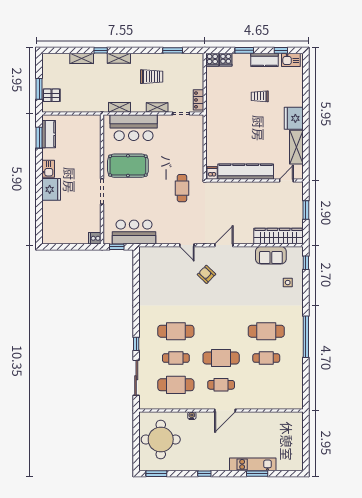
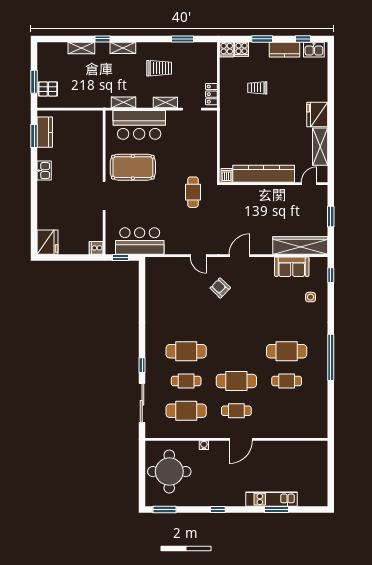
trolley: (260, 96) -> (257, 88), moved
fridge: (51, 189) -> (48, 242), moved

